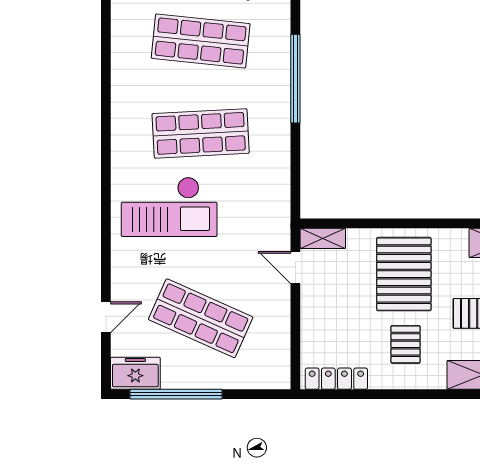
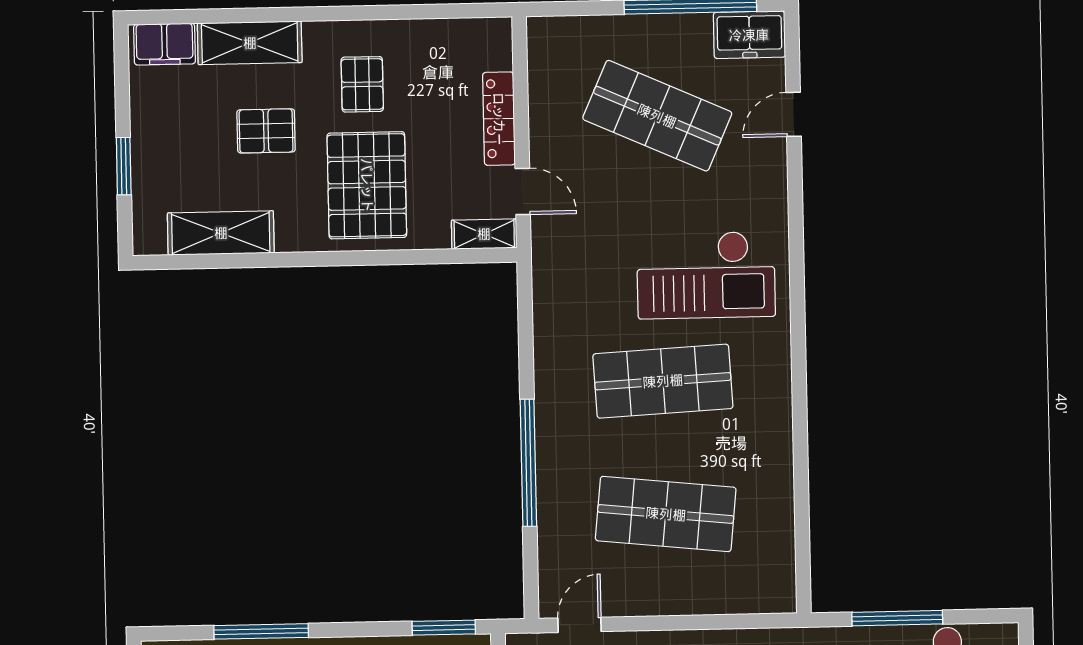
checkout: (169, 207) -> (706, 275), turned 180
locker: (336, 379) -> (499, 119), moved, turned 90

